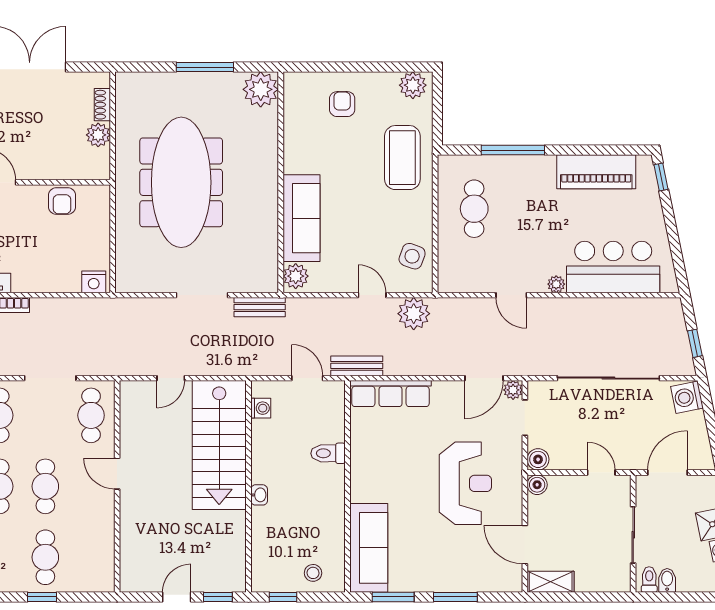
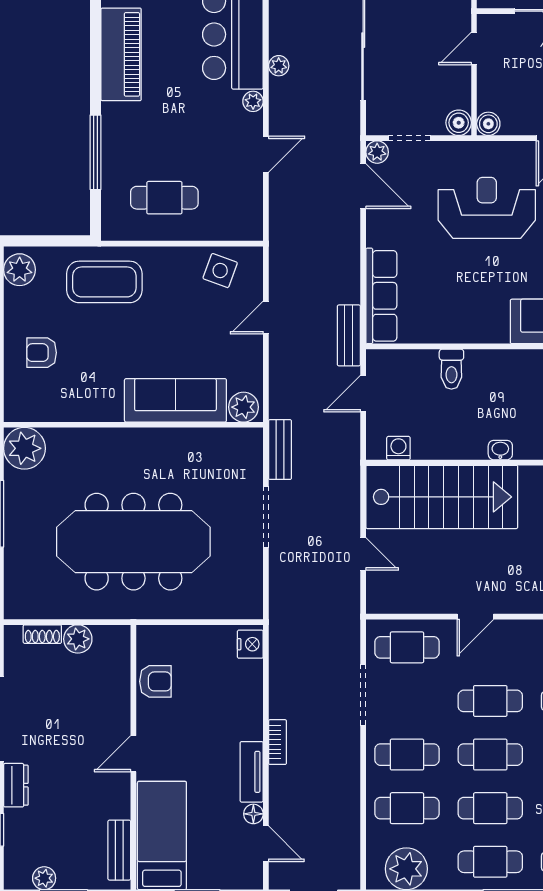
plant: (414, 314) -> (279, 66), moved, width x0.53, depth x0.53

